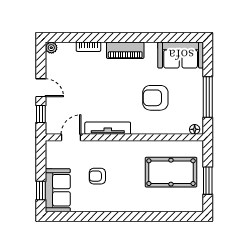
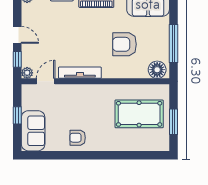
plant: (51, 128) -> (27, 73), added
floor lamp: (195, 129) -> (157, 70), width x1.89, depth x1.89
armchair: (97, 176) -> (78, 138), moved
window: (41, 191) -> (17, 115), moved

